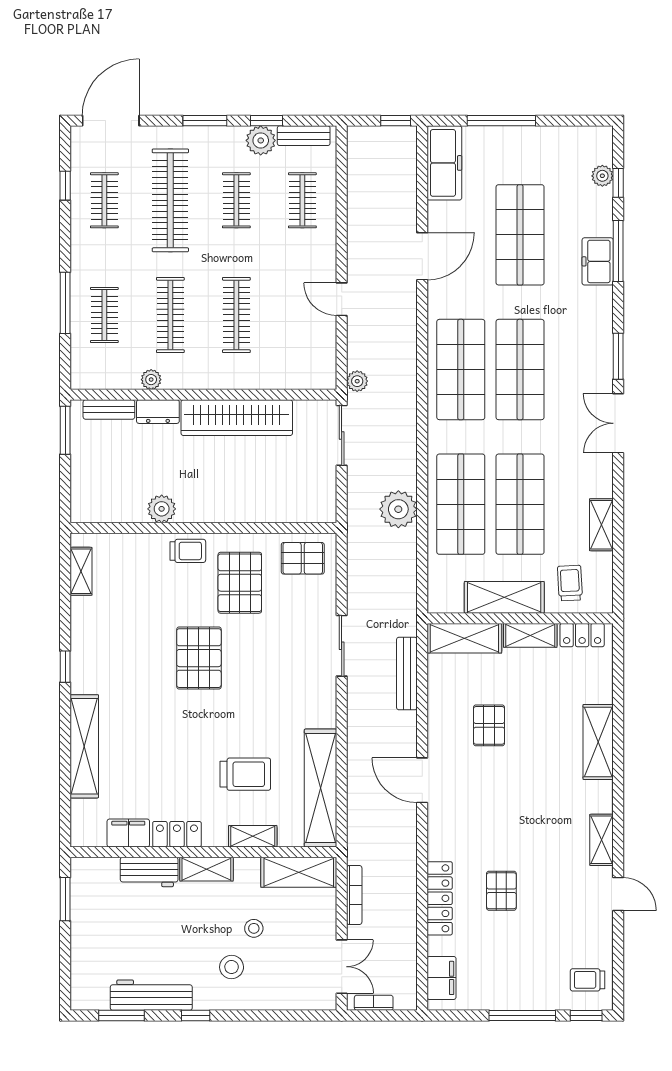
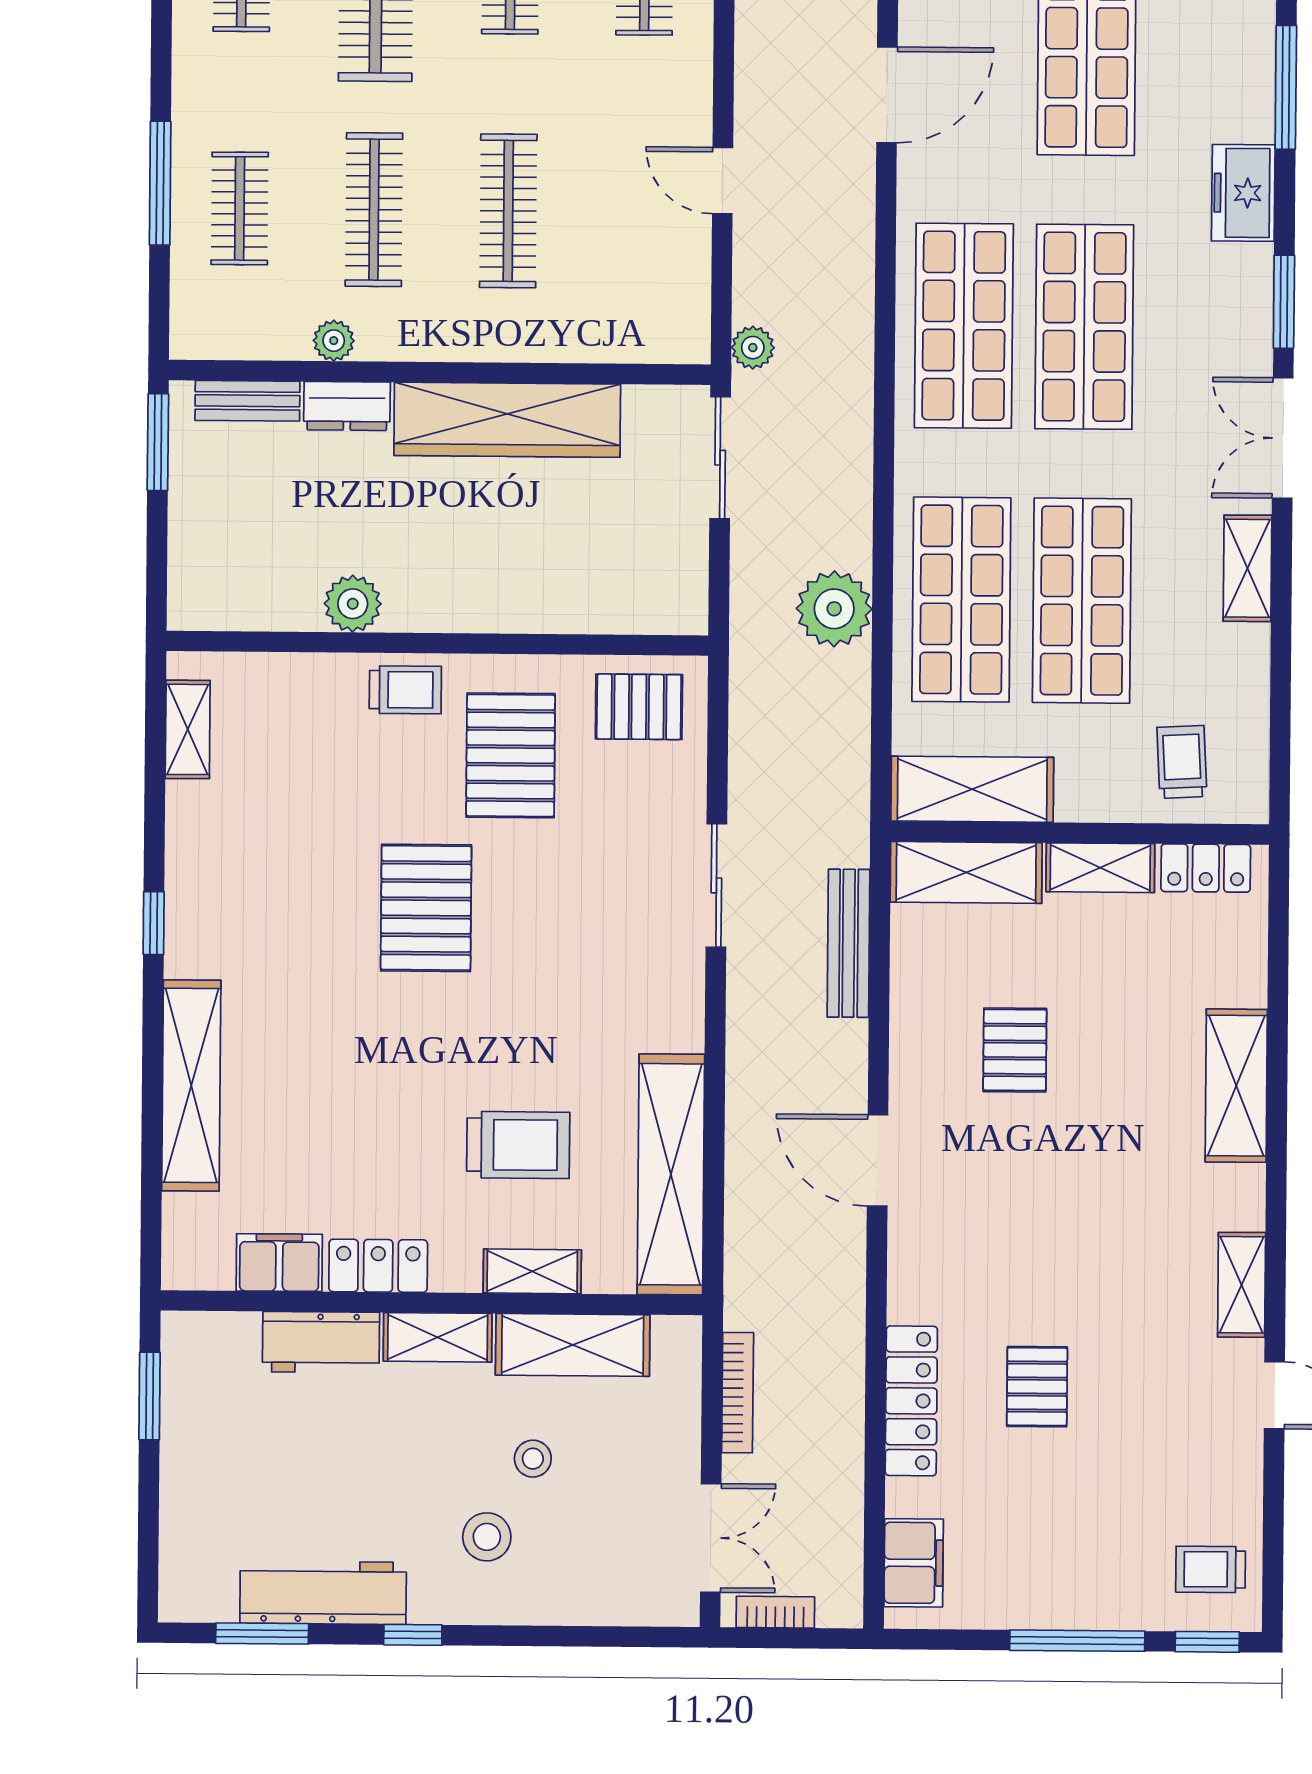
freezer: (598, 261) -> (1243, 193), moved
shelving: (601, 525) -> (1247, 568), moved
shelving: (504, 597) -> (972, 789), moved
shelving: (299, 872) -> (573, 1345), moved

